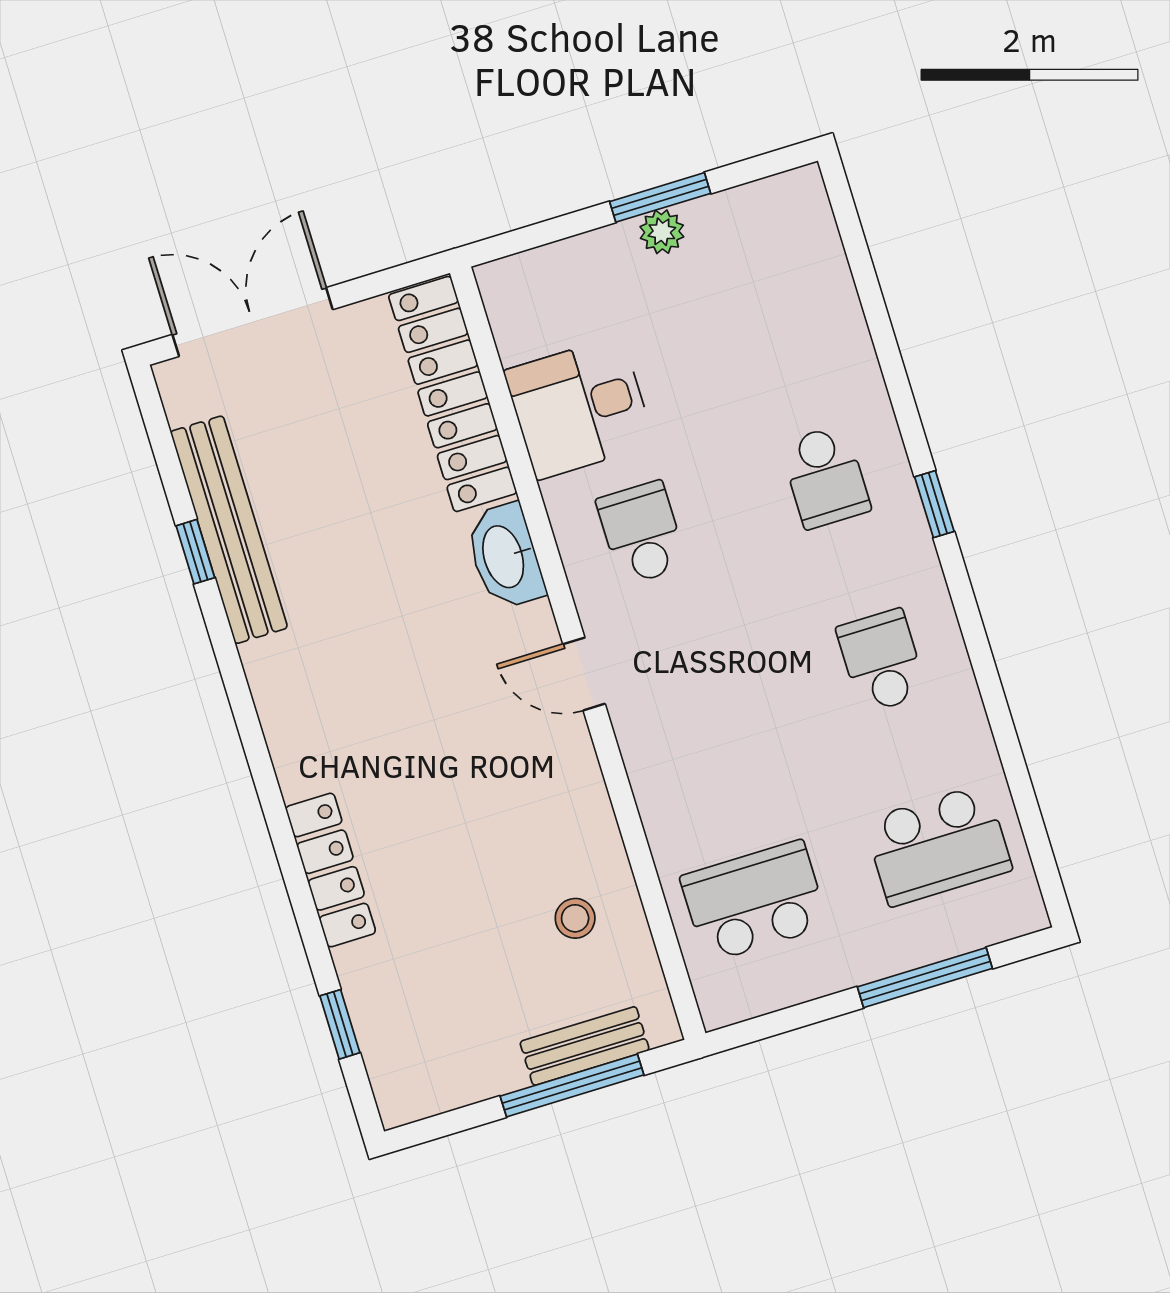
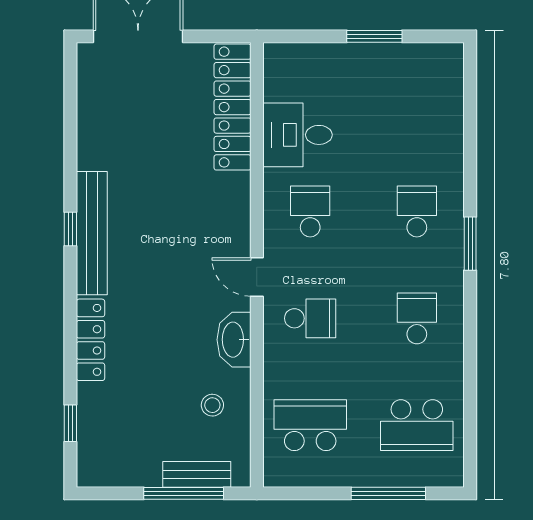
plant: (662, 232) -> (370, 55), removed
school desk: (825, 477) -> (417, 211), turned 180
window: (934, 504) -> (470, 244), width x1.50
bench: (229, 530) -> (92, 233), moved
window: (195, 552) -> (70, 229), moved
washbasin: (505, 556) -> (234, 340), moved
school desk: (698, 717) -> (310, 318), added

